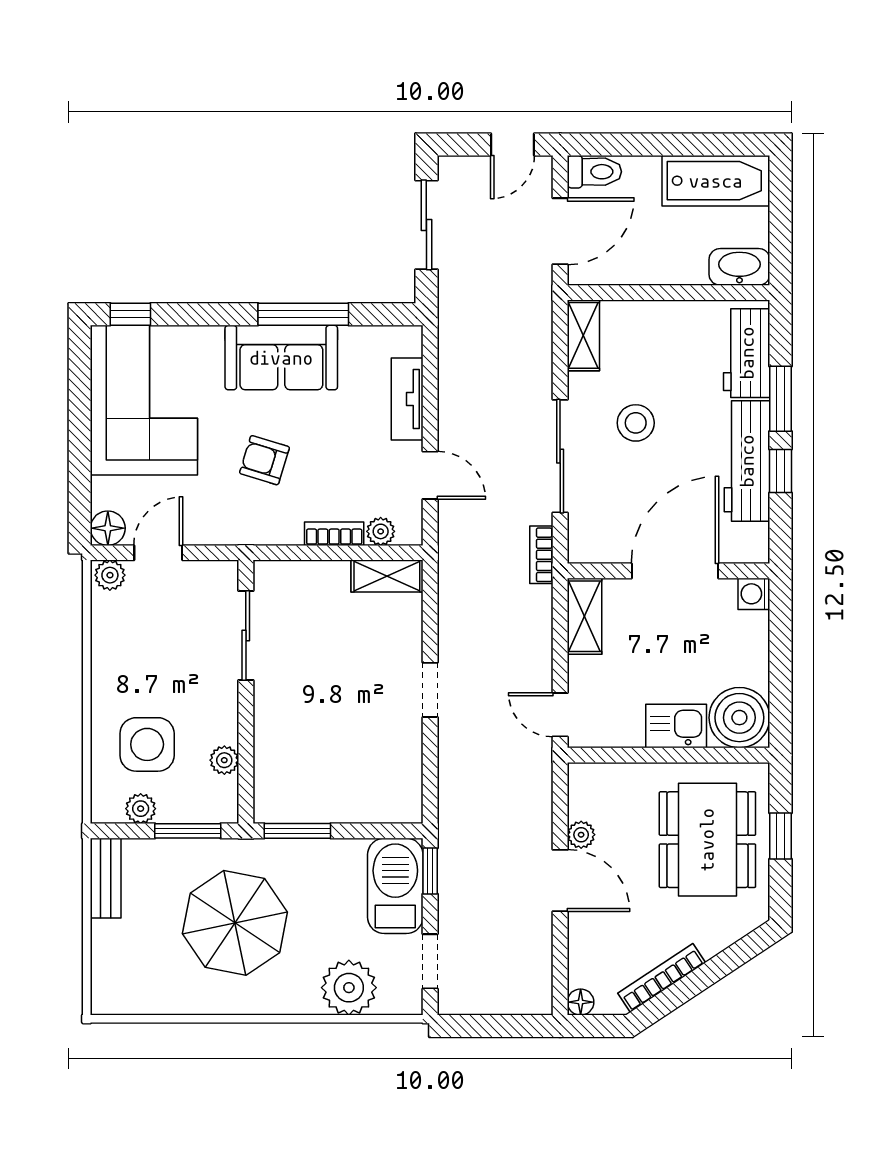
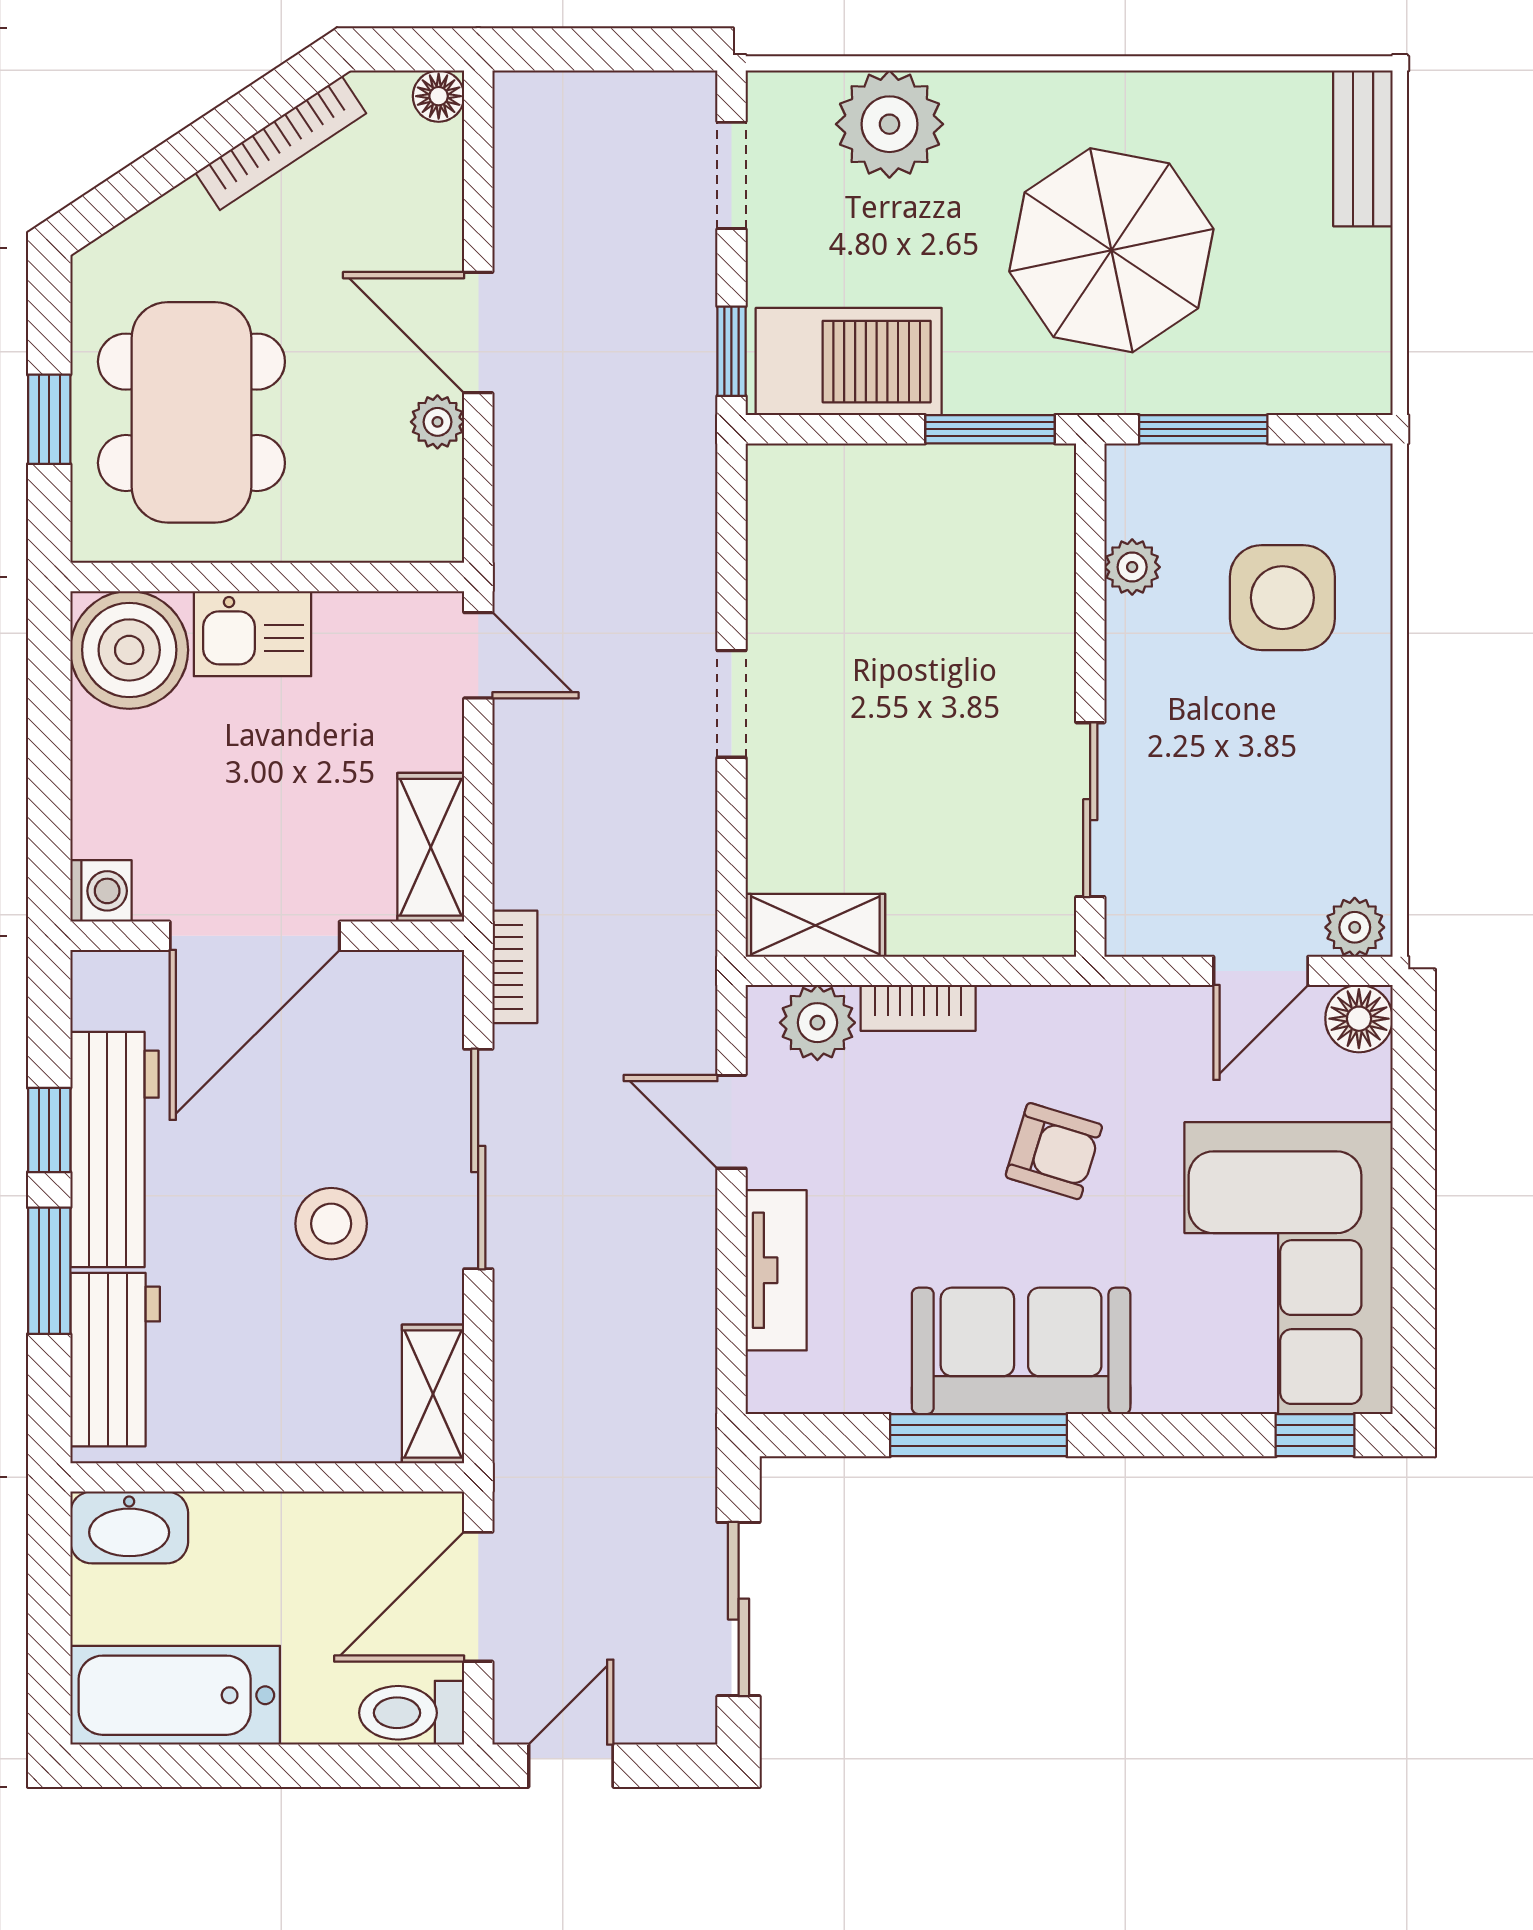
plant: (381, 531) -> (817, 1023), width x1.38, depth x1.38
plant: (141, 809) -> (1295, 473), removed
bench: (106, 878) -> (1363, 148), moved
barbecue: (395, 886) -> (849, 362), moved, turned -90

